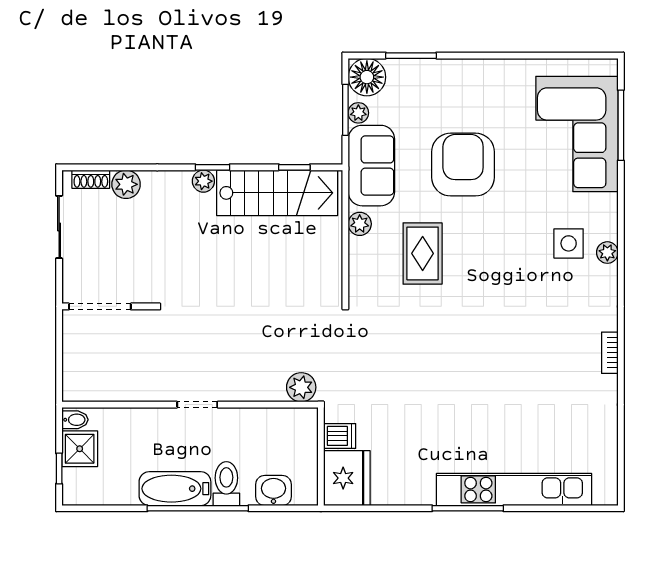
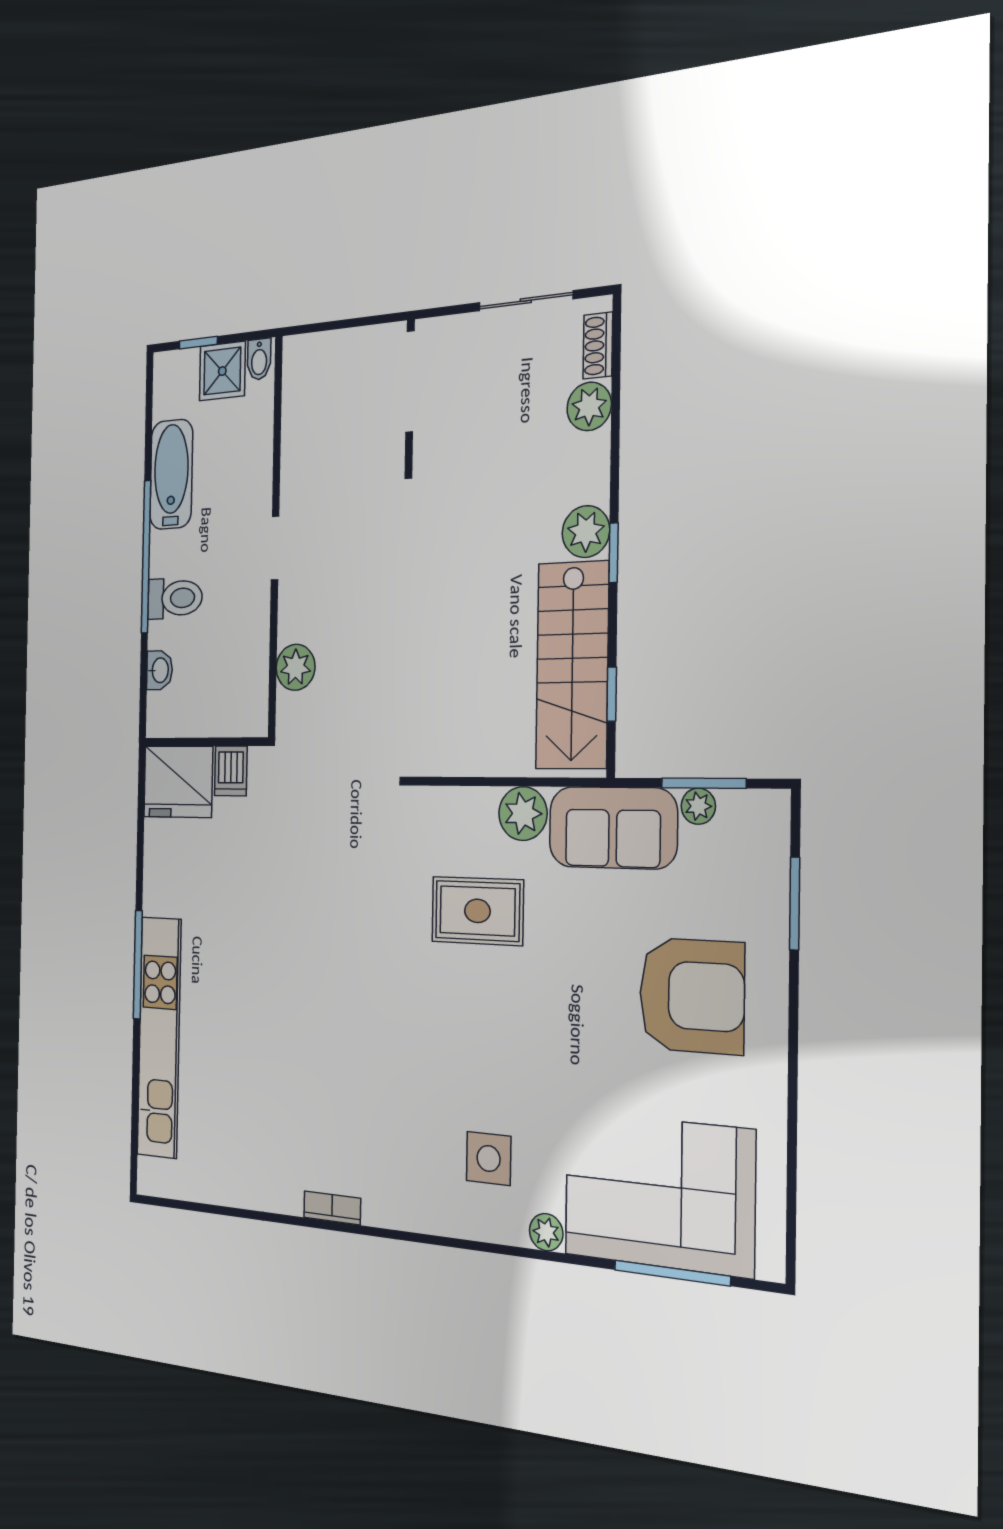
floor lamp: (367, 77) -> (758, 822), removed
armchair: (463, 165) -> (692, 996), moved
plant: (203, 181) -> (586, 532), width x1.38, depth x1.38
plant: (360, 224) -> (523, 814), width x1.38, depth x1.38
plant: (607, 253) -> (546, 1232), moved
plant: (301, 387) -> (296, 667), moved
bathtub: (175, 489) -> (171, 474), moved
washbasin: (273, 490) -> (159, 670), width x0.72, depth x0.69

